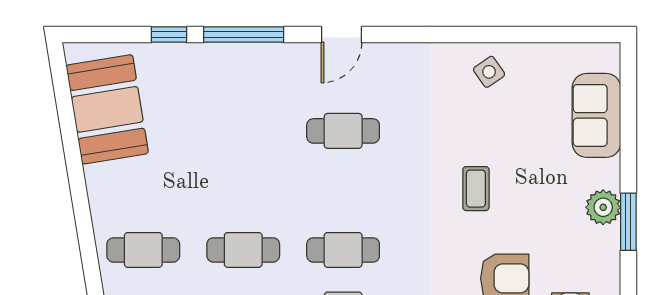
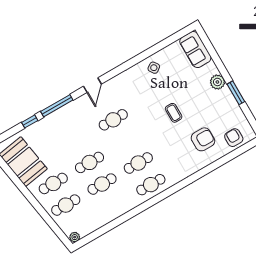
sofa: (596, 115) -> (195, 50), moved
cafe table: (143, 190) -> (53, 183), added
cafe table: (243, 190) -> (90, 162), added
plant: (603, 207) -> (217, 82), moved

